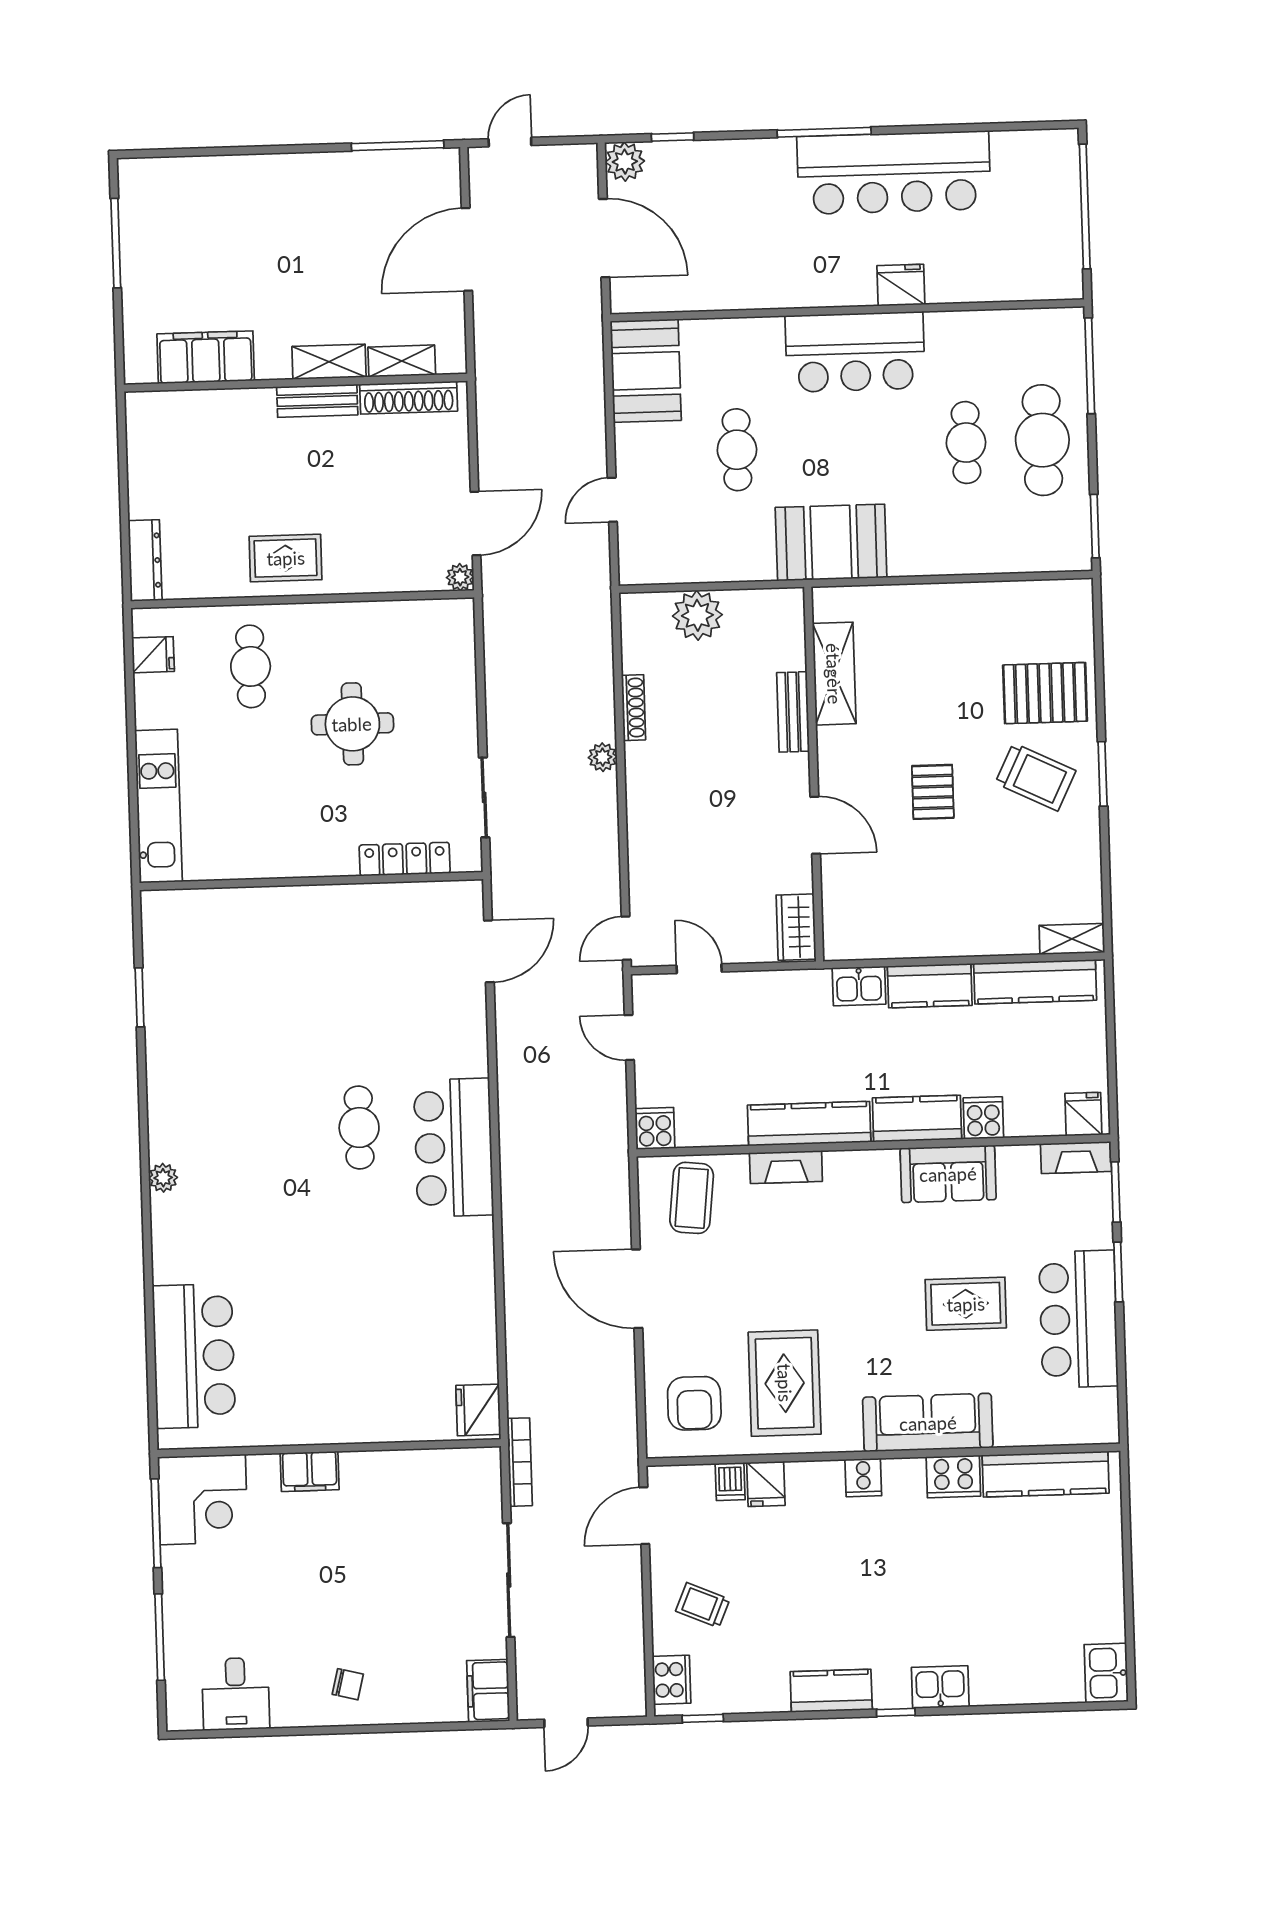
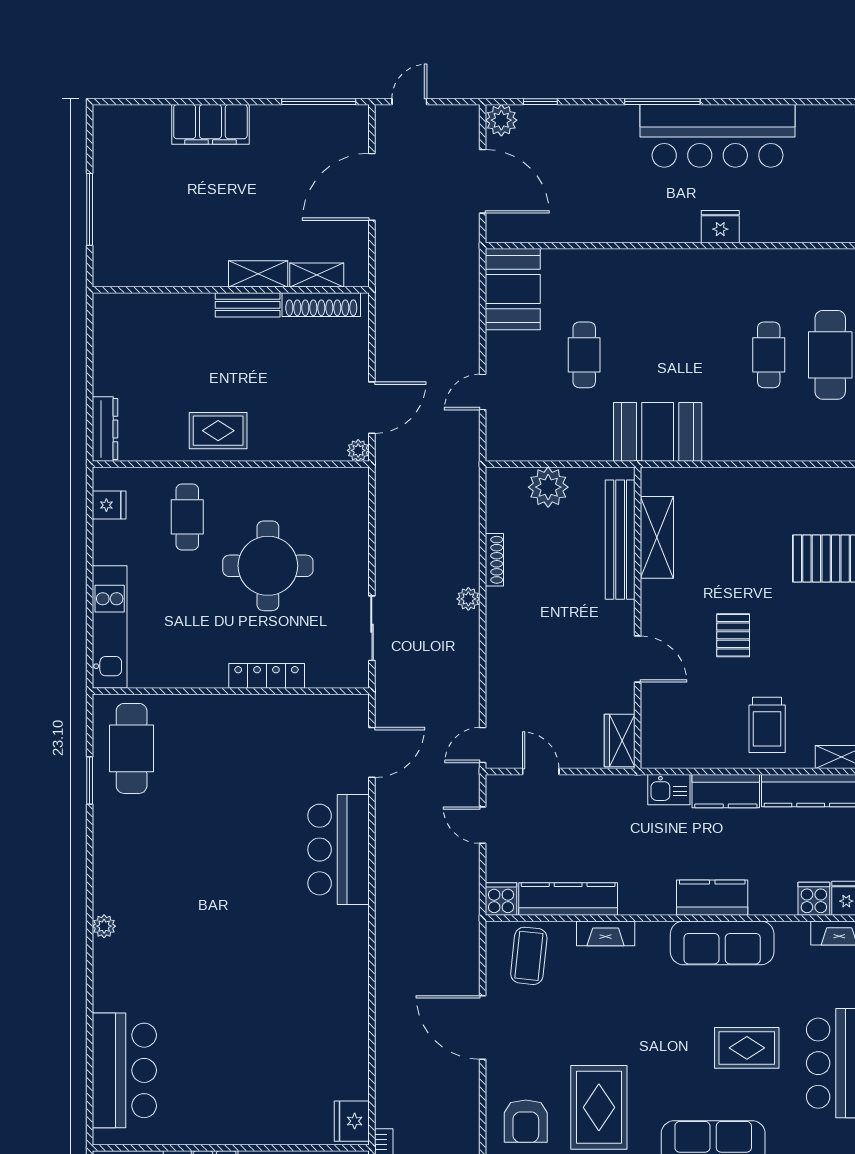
window: (116, 243) -> (90, 209), moved
bar counter: (855, 352) -> (682, 279), removed
filing cabinet: (206, 357) -> (210, 124), moved, turned 180
bench: (793, 712) -> (620, 540), width x1.86, depth x1.21
round table: (352, 724) -> (268, 566), width x1.36, depth x1.36
trolley: (1036, 777) -> (767, 725), moved, turned 64
locker: (405, 859) -> (267, 676), moved
cooker: (983, 1118) -> (814, 899), moved
kitchen counter: (809, 1124) -> (568, 899), moved
cafe table: (359, 1128) -> (132, 748), moved, width x1.37, depth x1.35
bar counter: (454, 1148) -> (339, 850), moved
sofa: (948, 1174) -> (722, 943), width x1.36

